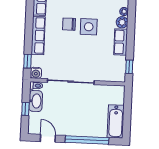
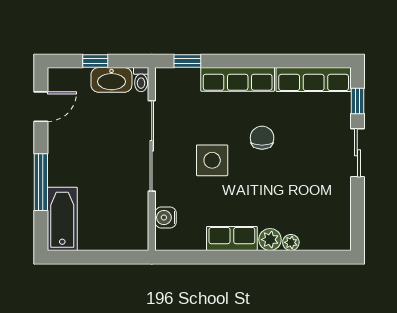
side table: (89, 27) -> (212, 160), moved
window: (129, 67) -> (185, 257), removed
water cooler: (36, 73) -> (166, 218), moved
bathtub: (116, 121) -> (62, 219), moved, turned 90
window: (87, 140) -> (41, 182), width x0.68

